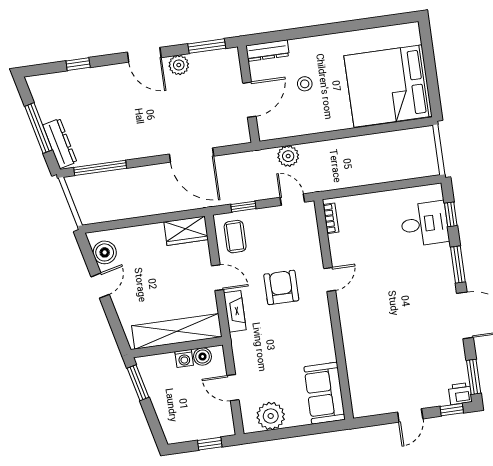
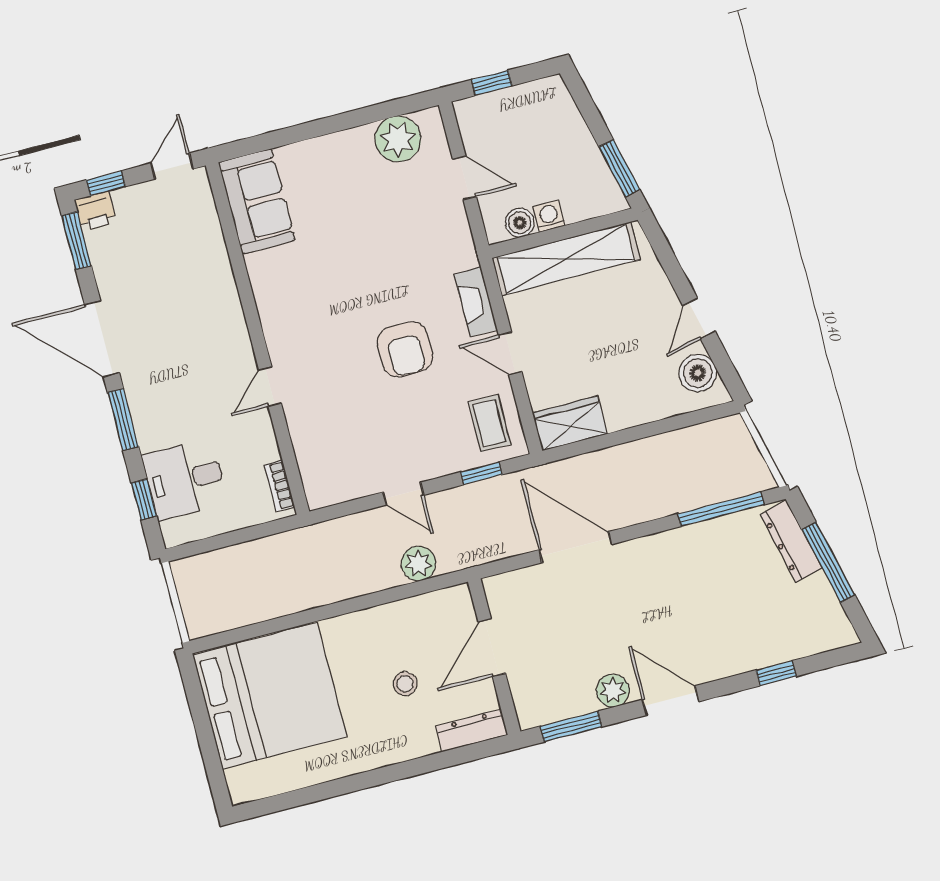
bookcase: (331, 218) -> (279, 486), moved
door: (330, 279) -> (270, 386), moved
wall: (334, 310) -> (257, 339), moved
sofa: (325, 393) -> (257, 201), moved

